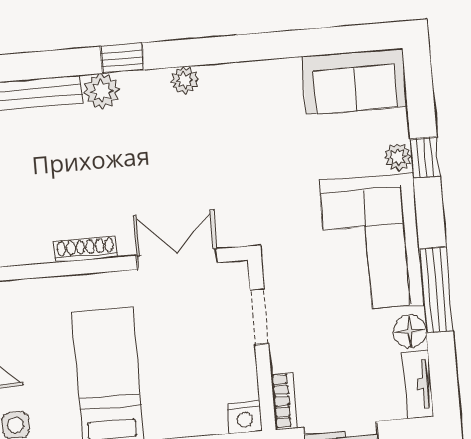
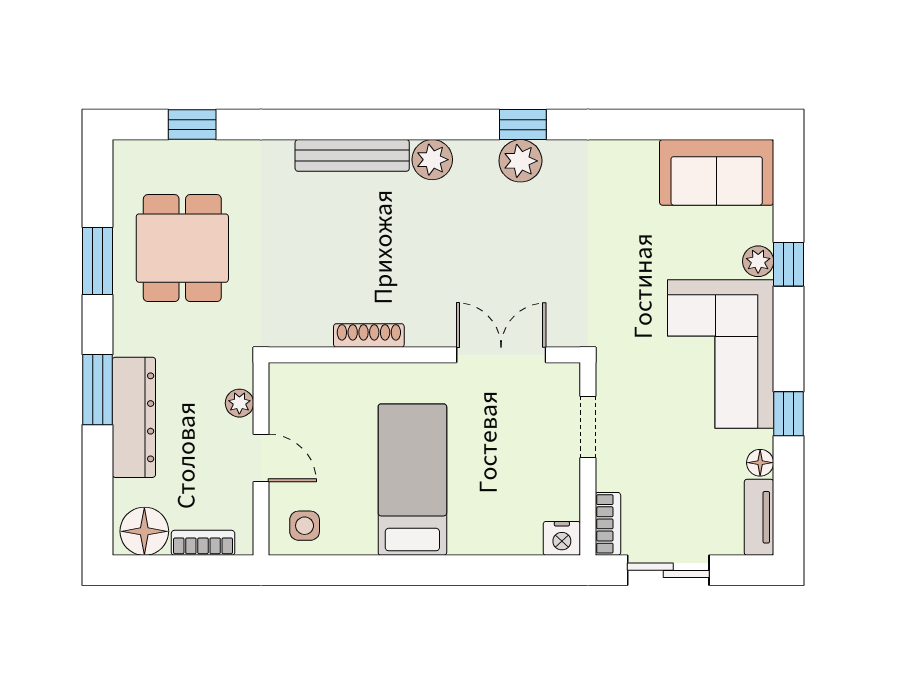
window: (122, 58) -> (523, 125), moved
plant: (185, 80) -> (520, 161), width x1.38, depth x1.38
shoe rack: (85, 250) -> (369, 336), moved
window: (436, 290) -> (788, 414), width x0.46
floor lamp: (410, 331) -> (760, 463), width x0.73, depth x0.73

